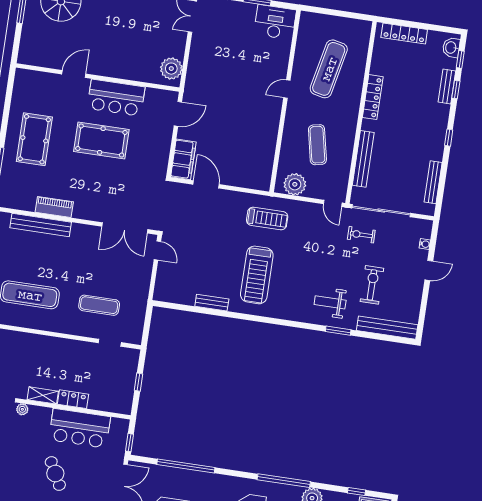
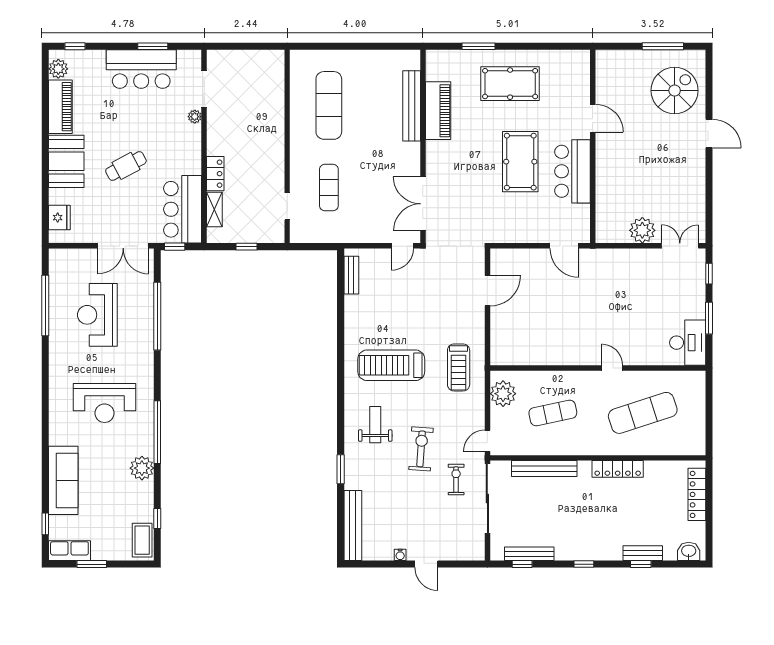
window: (460, 59) -> (522, 564), moved
plant: (171, 69) -> (642, 230), moved
exercise mat: (329, 69) -> (643, 413), turned -30
filing cabinet: (183, 159) -> (513, 260), removed
piano: (54, 207) -> (438, 111), width x1.37, depth x1.33
water cooler: (425, 244) -> (400, 555), moved
exercise bike: (372, 285) -> (421, 449), moved, turned -86
weight bench: (330, 302) -> (375, 425), moved
bench: (212, 303) -> (351, 275), moved
shelving: (43, 395) -> (214, 210), moved
bar counter: (80, 428) -> (183, 209), moved

